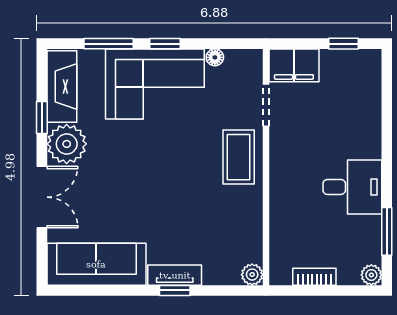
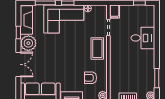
filing cabinet: (294, 65) -> (114, 12), width x0.50
desk: (352, 187) -> (143, 38), moved
armchair: (222, 230) -> (90, 78), added

